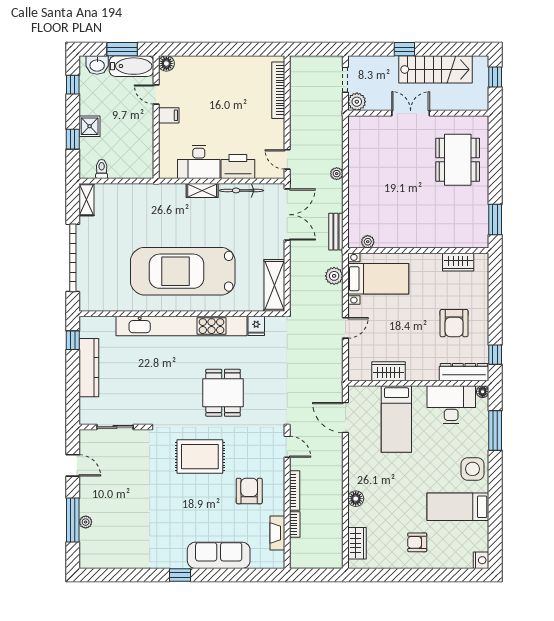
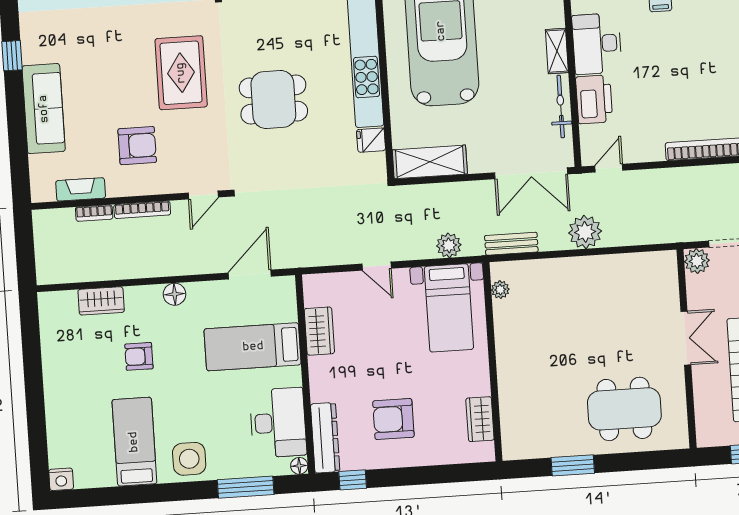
plant: (337, 174) -> (585, 232), width x1.88, depth x1.88
window: (495, 220) -> (573, 465), moved
floor lamp: (356, 499) -> (175, 294), moved
armchair: (417, 542) -> (139, 356), moved, turned -90
wardrobe: (357, 543) -> (101, 301), moved

